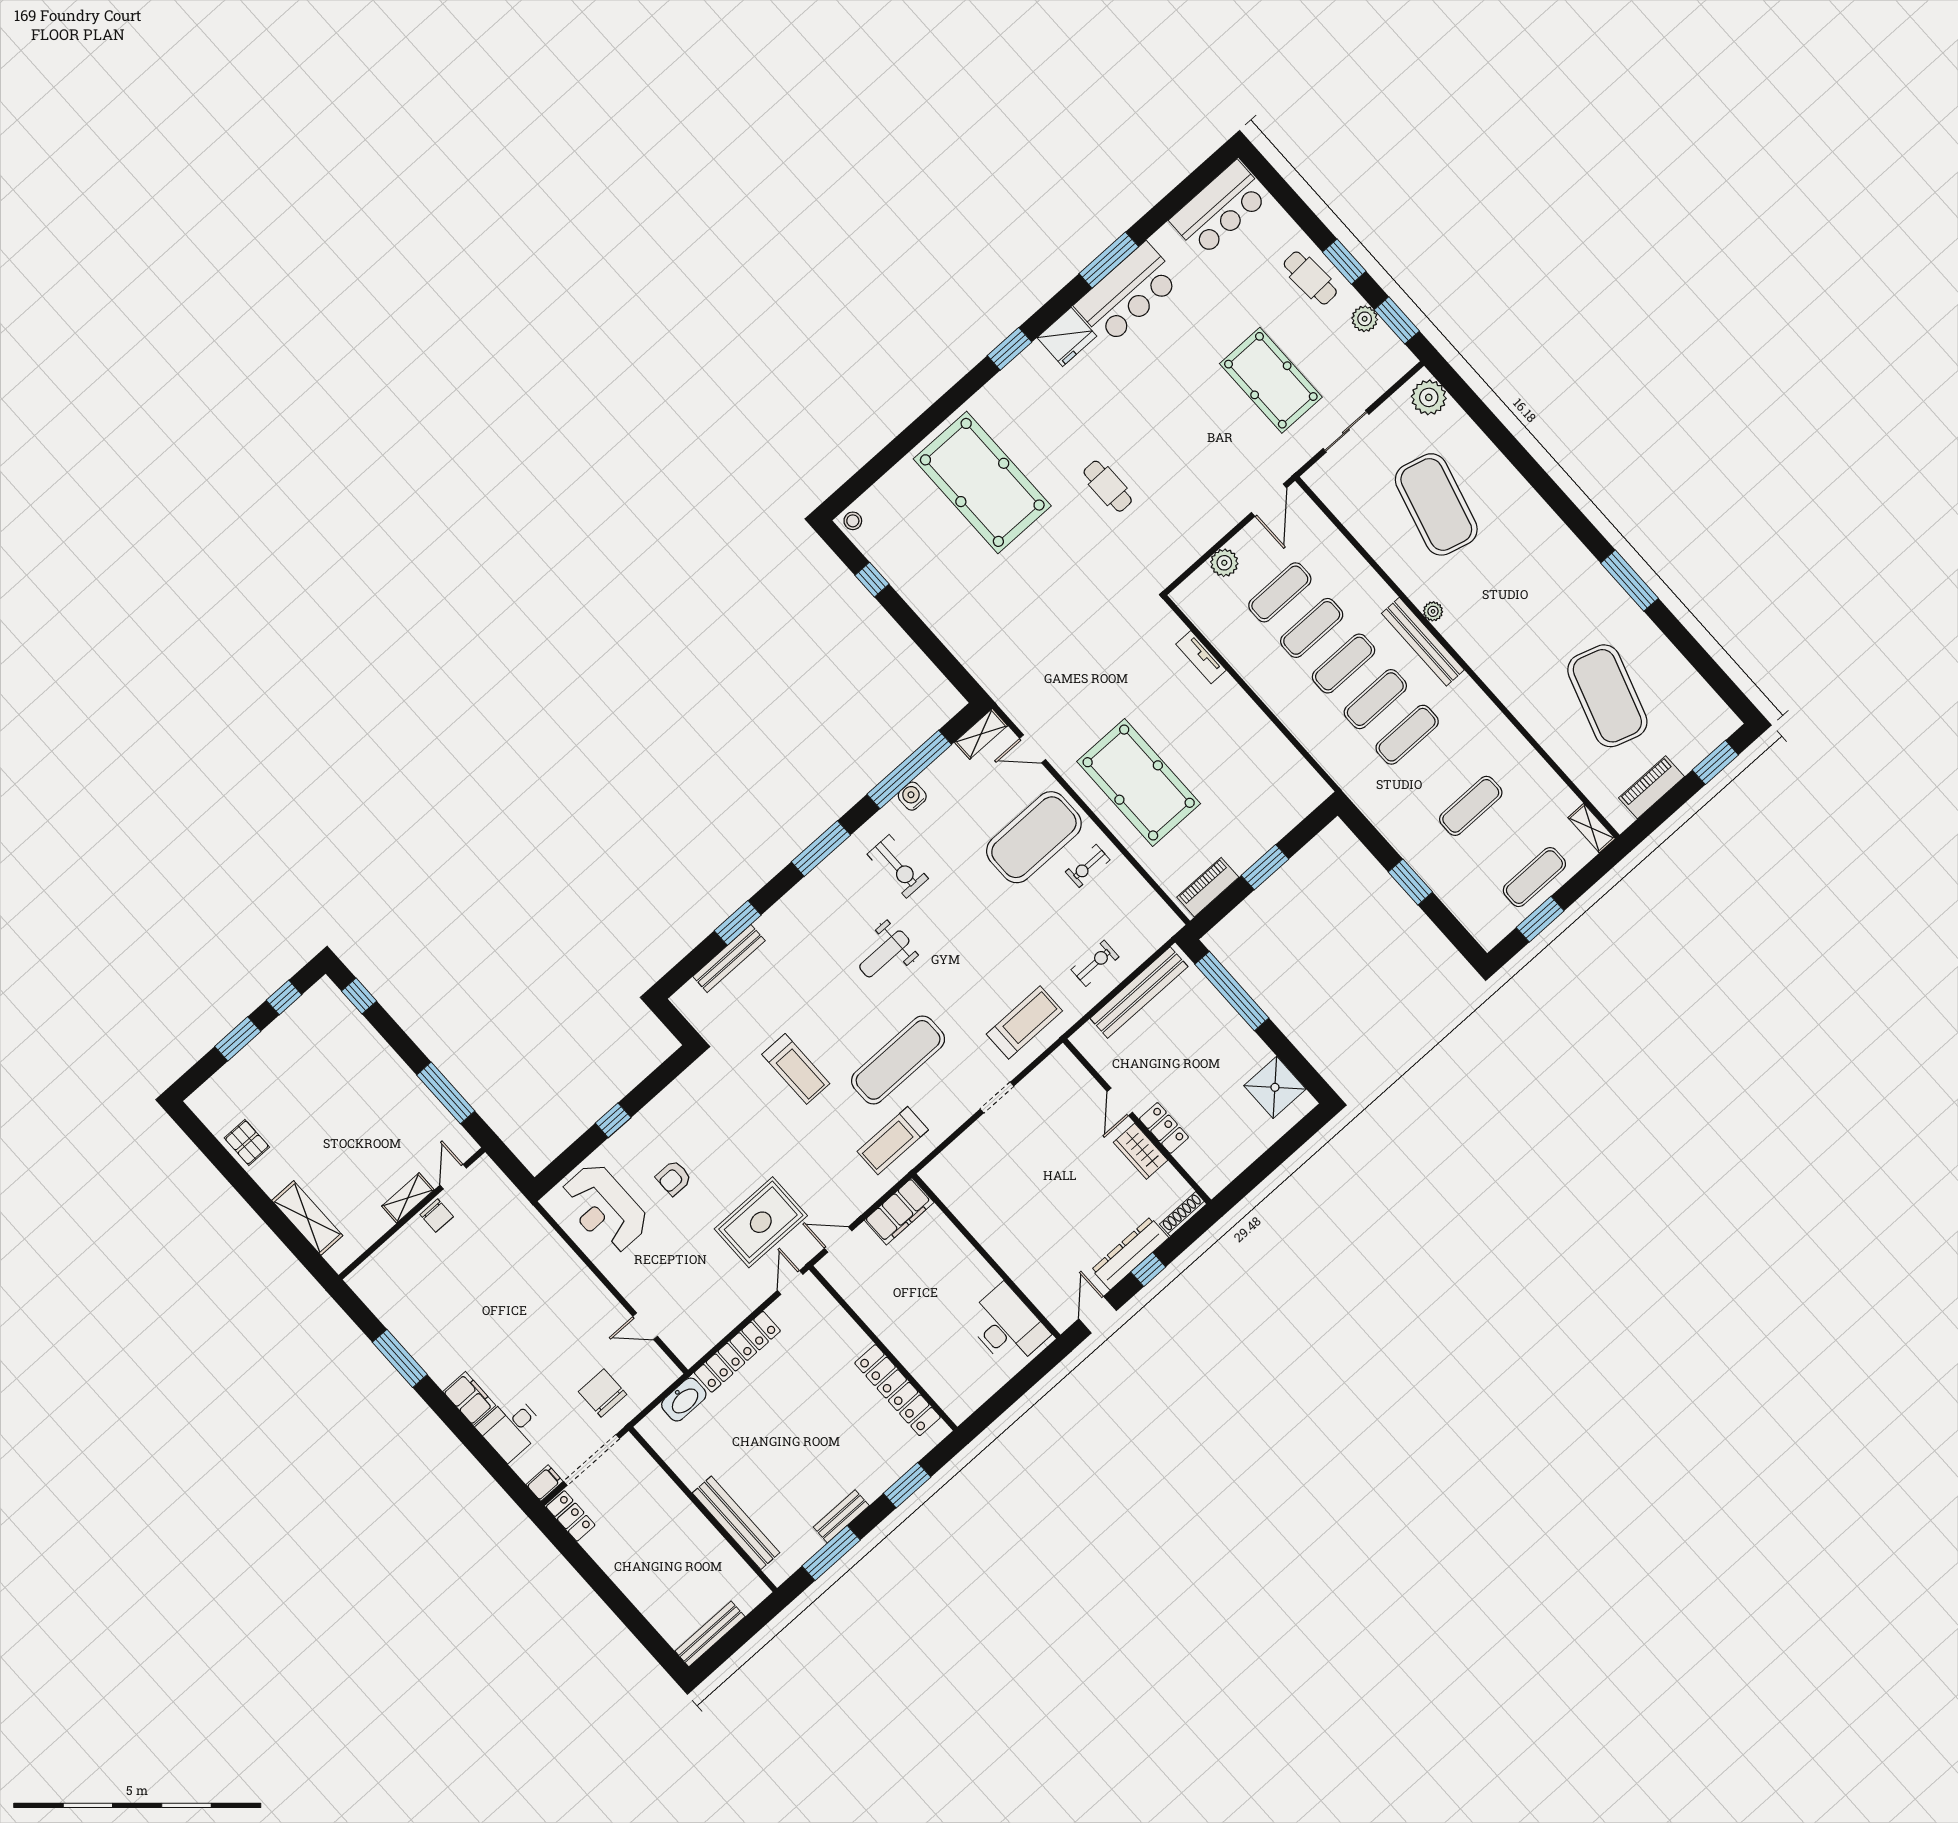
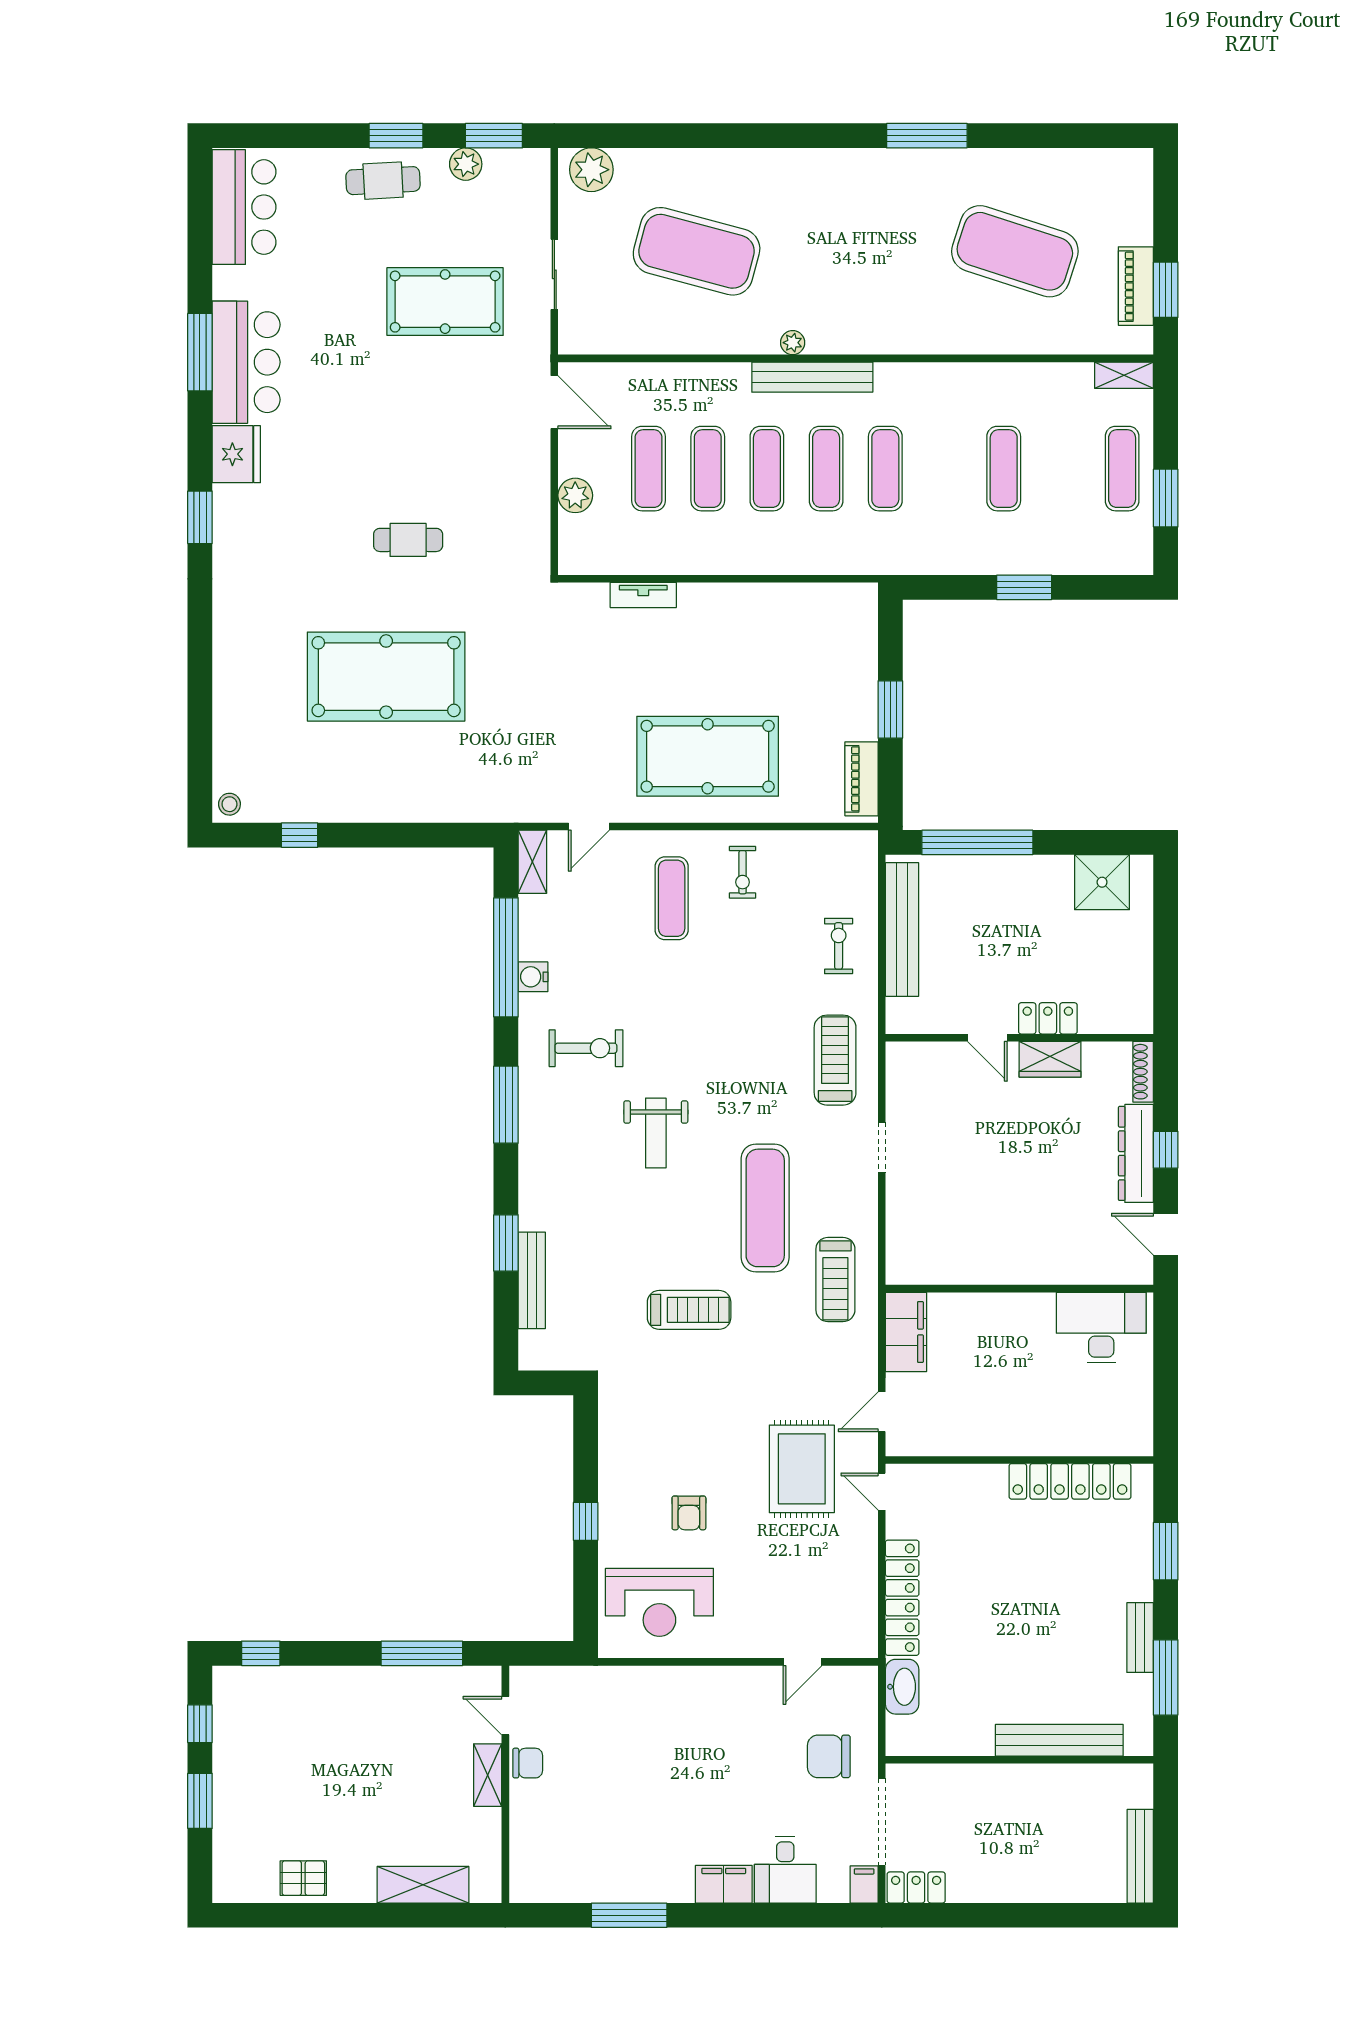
pool table: (982, 482) -> (386, 677), moved
window: (1715, 762) -> (1166, 290), moved
exercise mat: (1034, 837) -> (672, 898), width x0.50, depth x0.69

